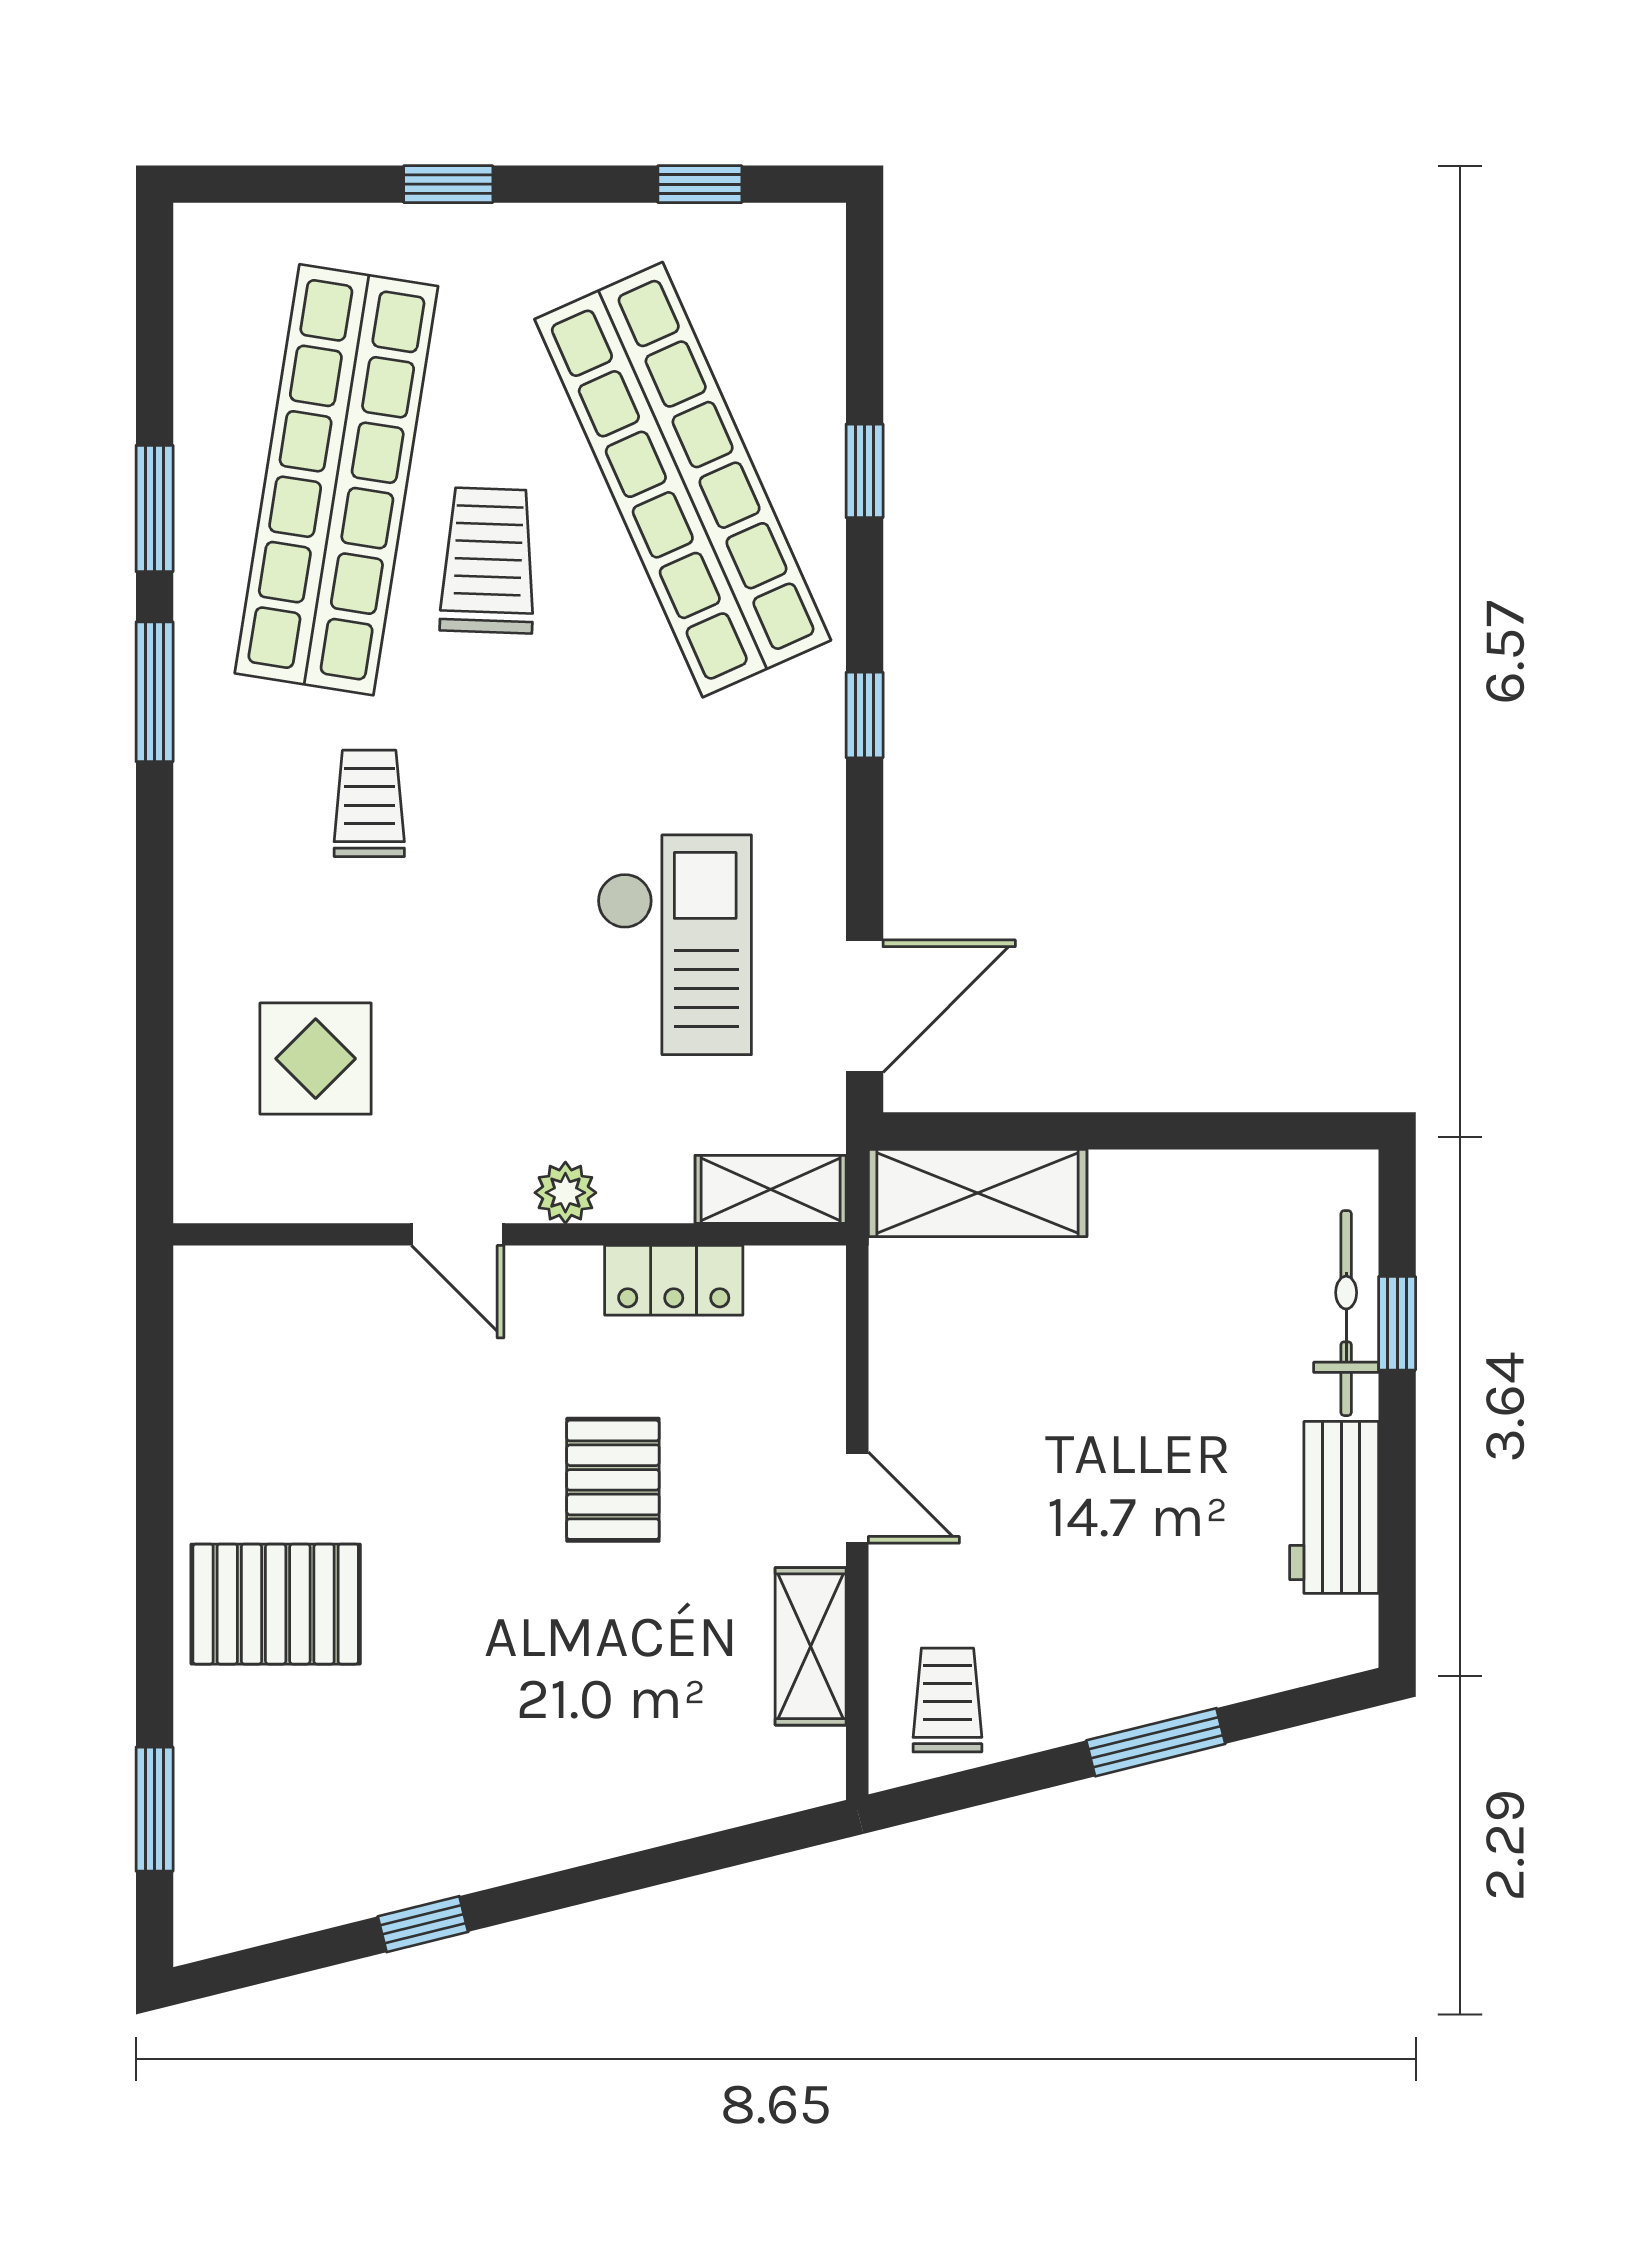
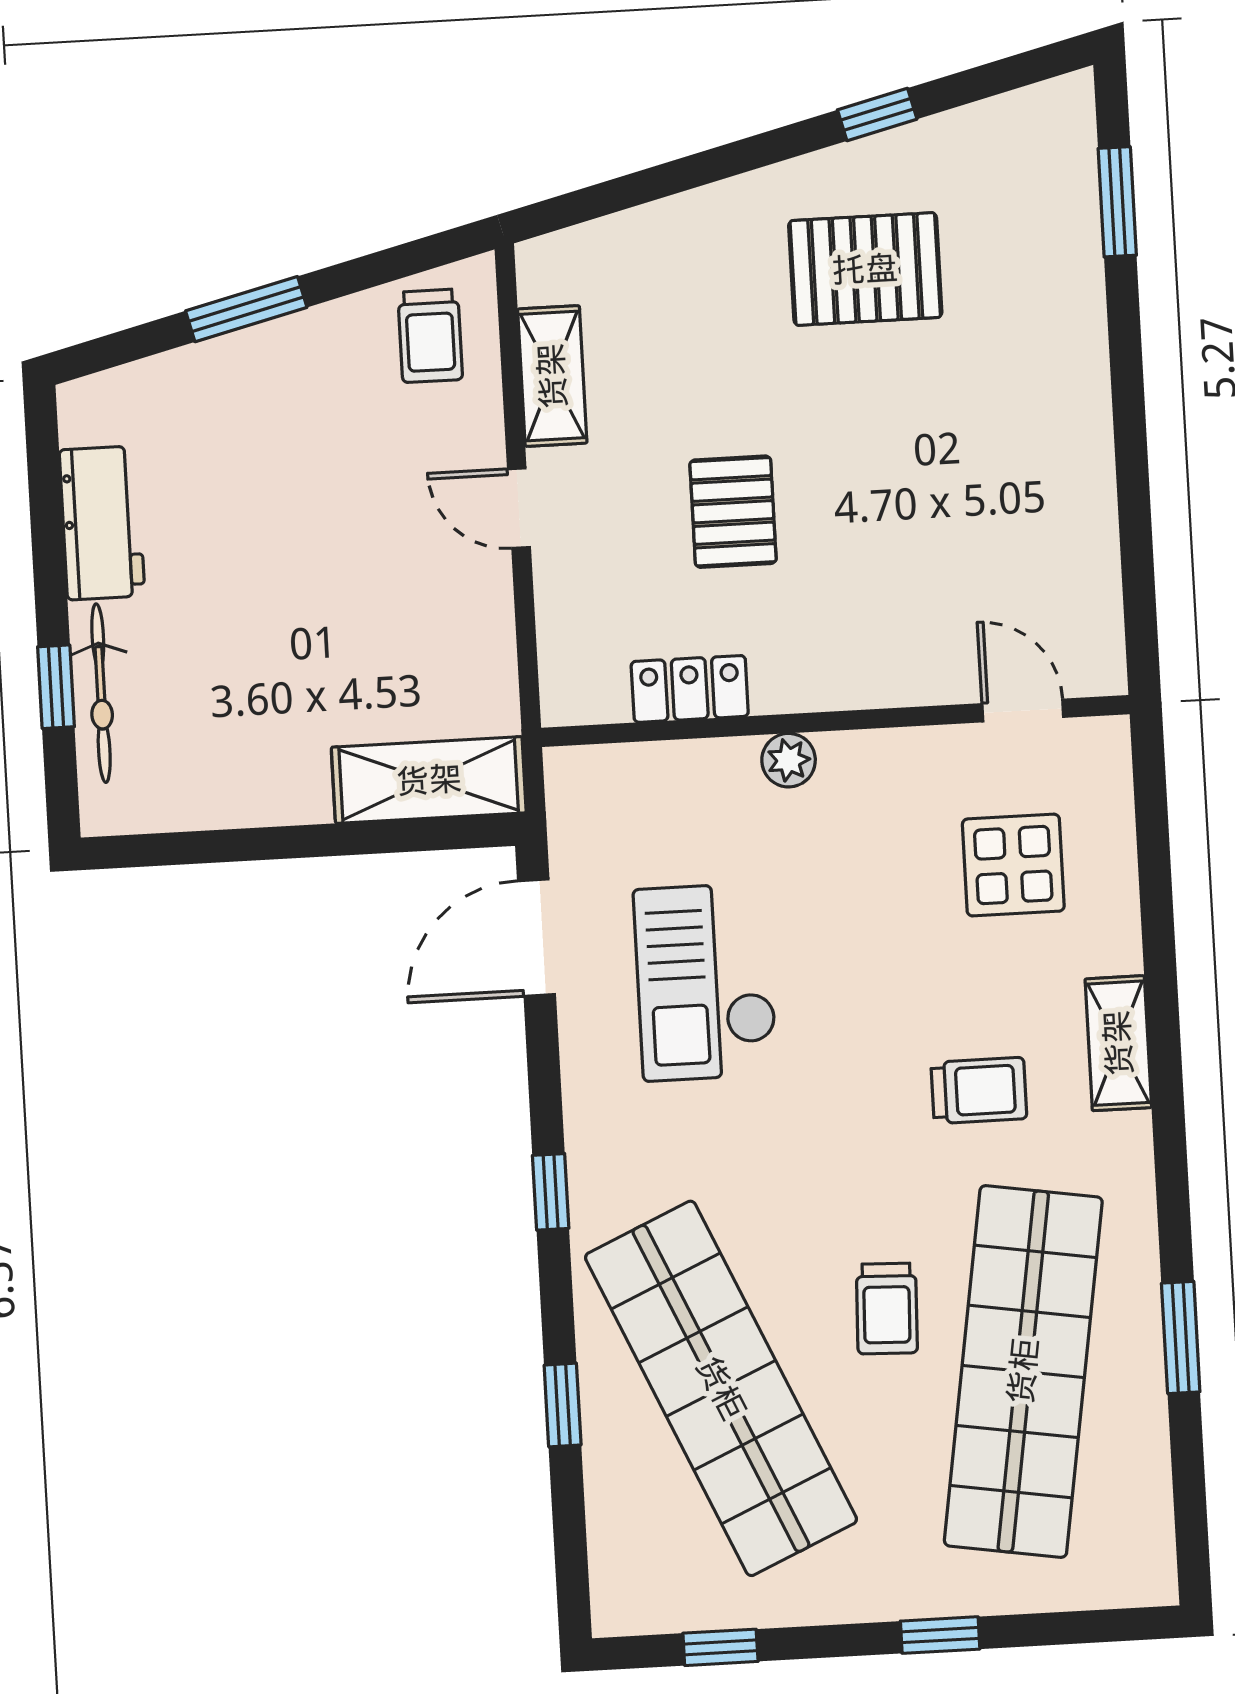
trolley: (488, 560) -> (887, 1308), width x0.73, depth x0.72
window: (155, 692) -> (1172, 1177), removed
trolley: (369, 803) -> (979, 1091), turned -90
shelving: (771, 1189) -> (1118, 1043), moved, turned 90
door: (458, 1234) -> (1023, 711), moved
pallet: (276, 1604) -> (865, 269), moved

